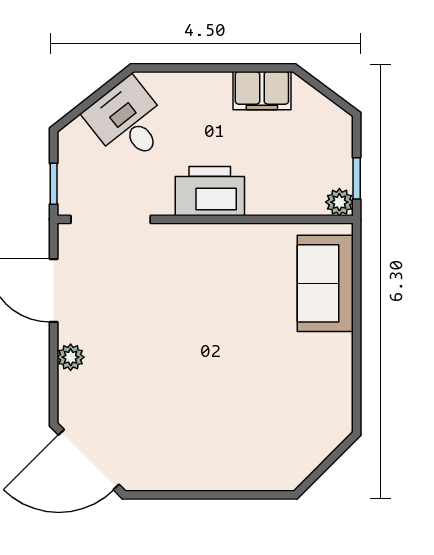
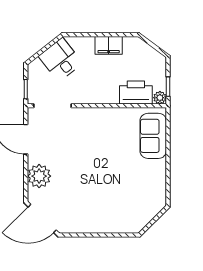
filing cabinet: (262, 91) -> (109, 45), moved
printer: (210, 191) -> (136, 93), moved
plant: (71, 357) -> (39, 176), width x1.88, depth x1.88

